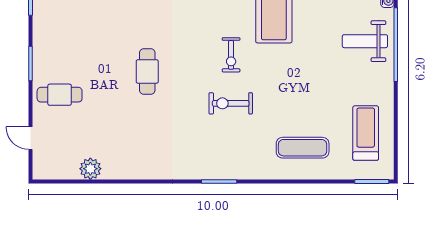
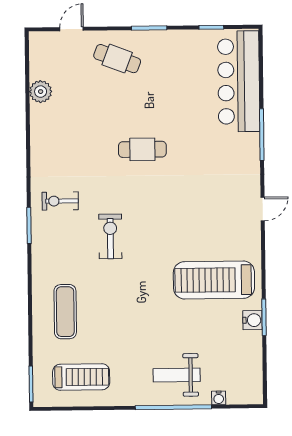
weight bench: (365, 41) -> (177, 375), turned -90
exercise bike: (231, 55) -> (60, 201), moved
cafe table: (60, 95) -> (117, 59), turned -69

